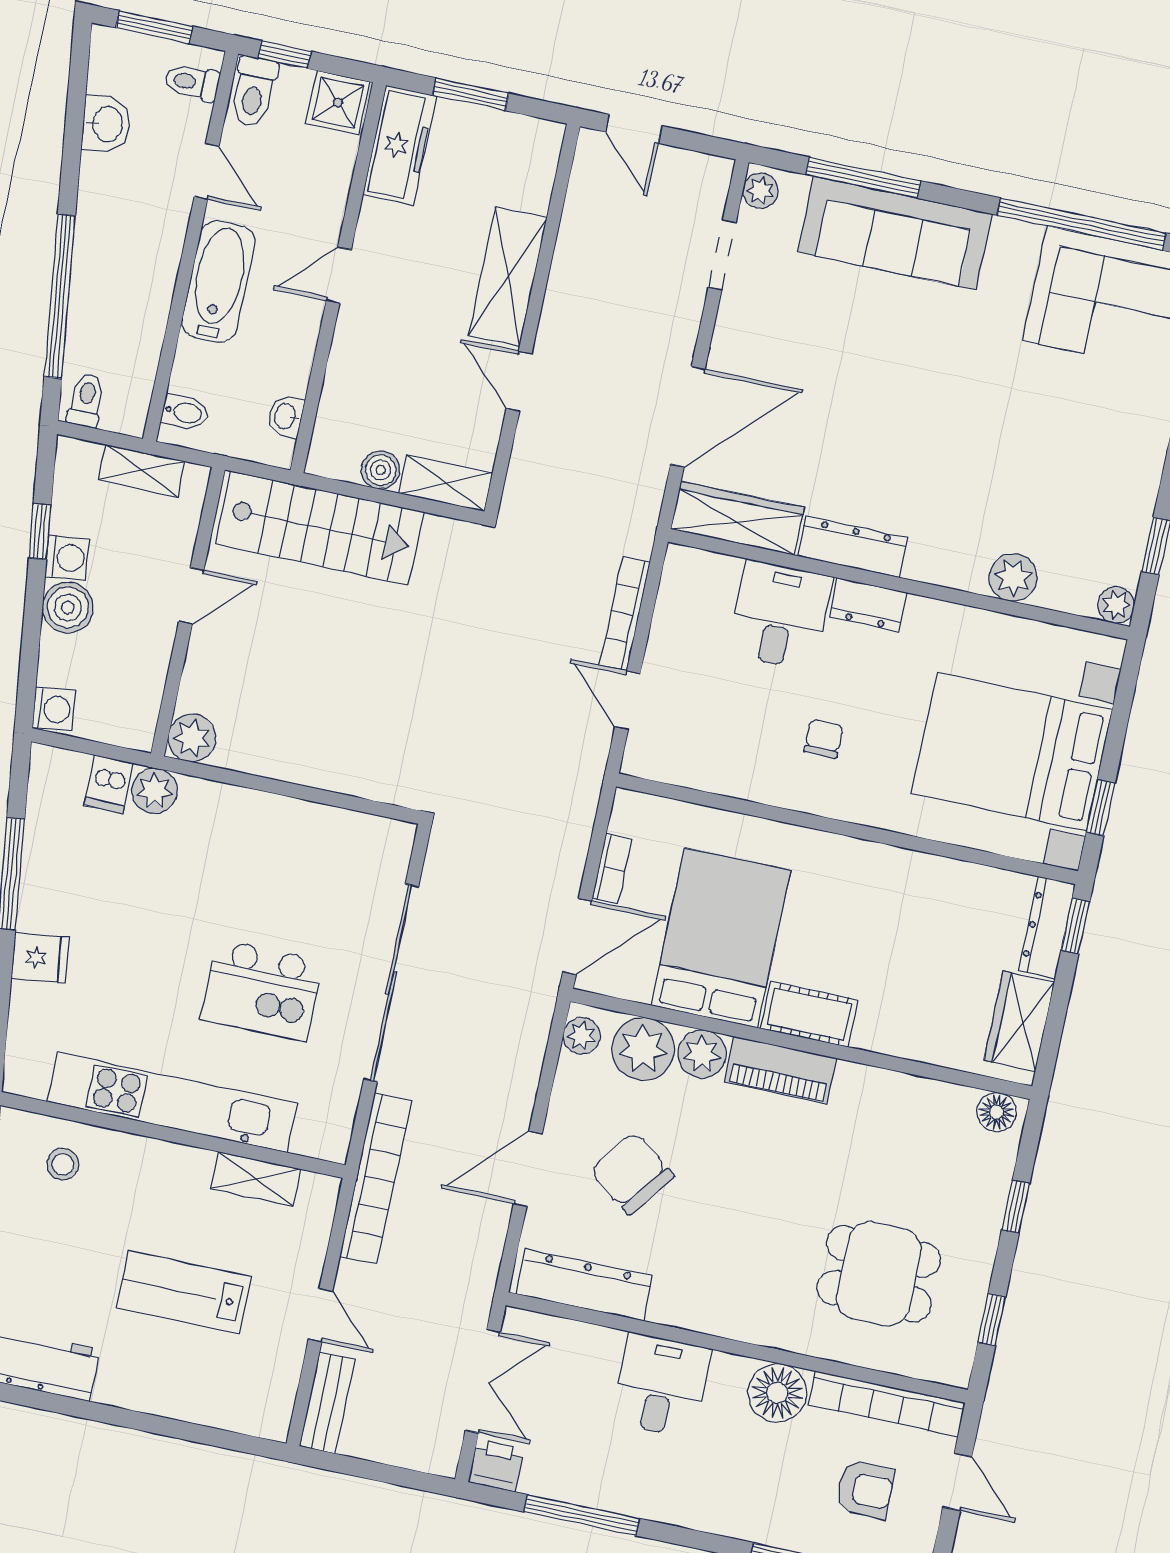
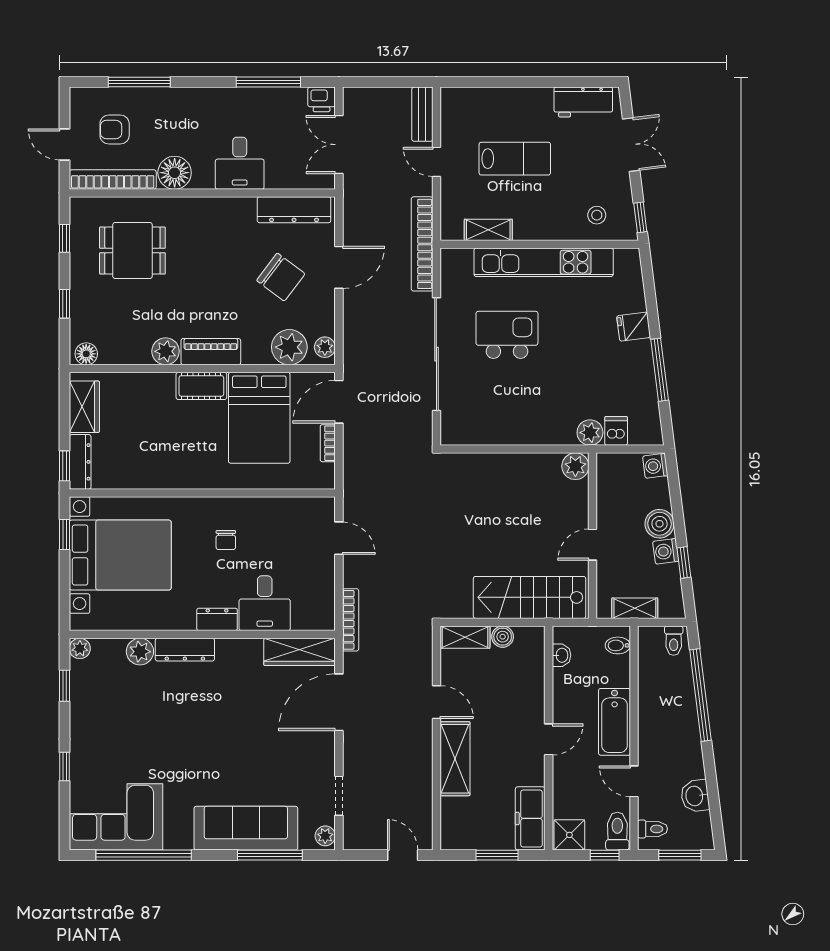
dresser: (853, 547) -> (185, 650), moved
bookcase: (625, 614) -> (351, 620), moved
plant: (702, 1054) -> (166, 351), moved

